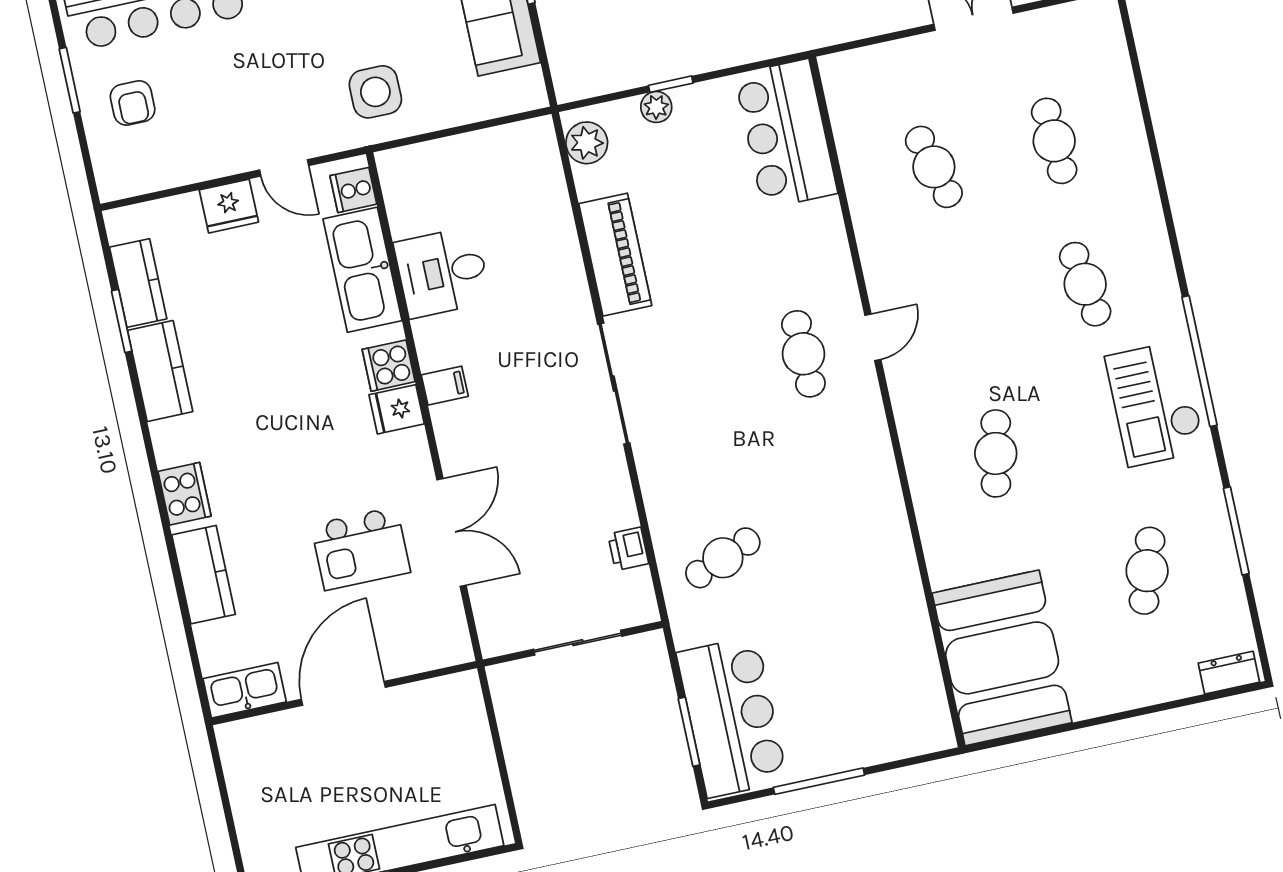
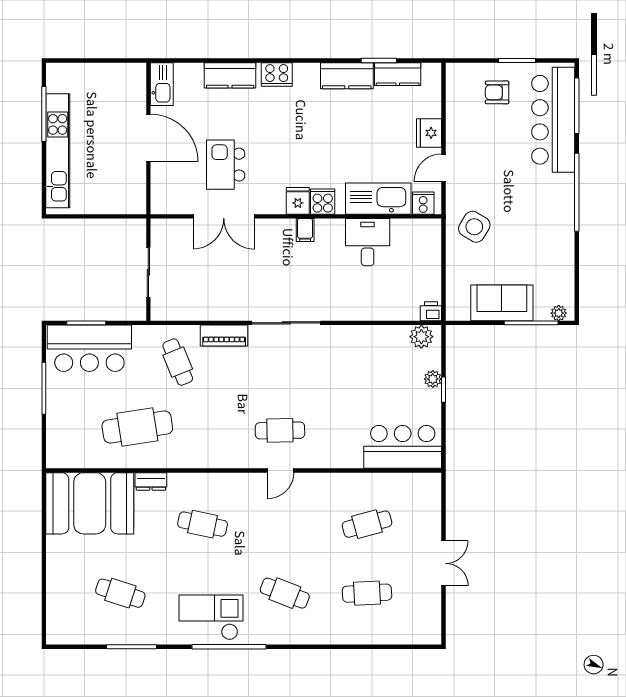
side table: (375, 92) -> (474, 227), turned 31
piano: (615, 255) -> (224, 336), moved, width x0.73, depth x0.75
cafe table: (1085, 284) -> (285, 593), turned 30
door: (873, 337) -> (281, 470), hinge flipped
printer: (628, 549) -> (431, 311), moved
cafe table: (851, 604) -> (137, 427), added
dresser: (1229, 673) -> (151, 481), moved, turned 90

